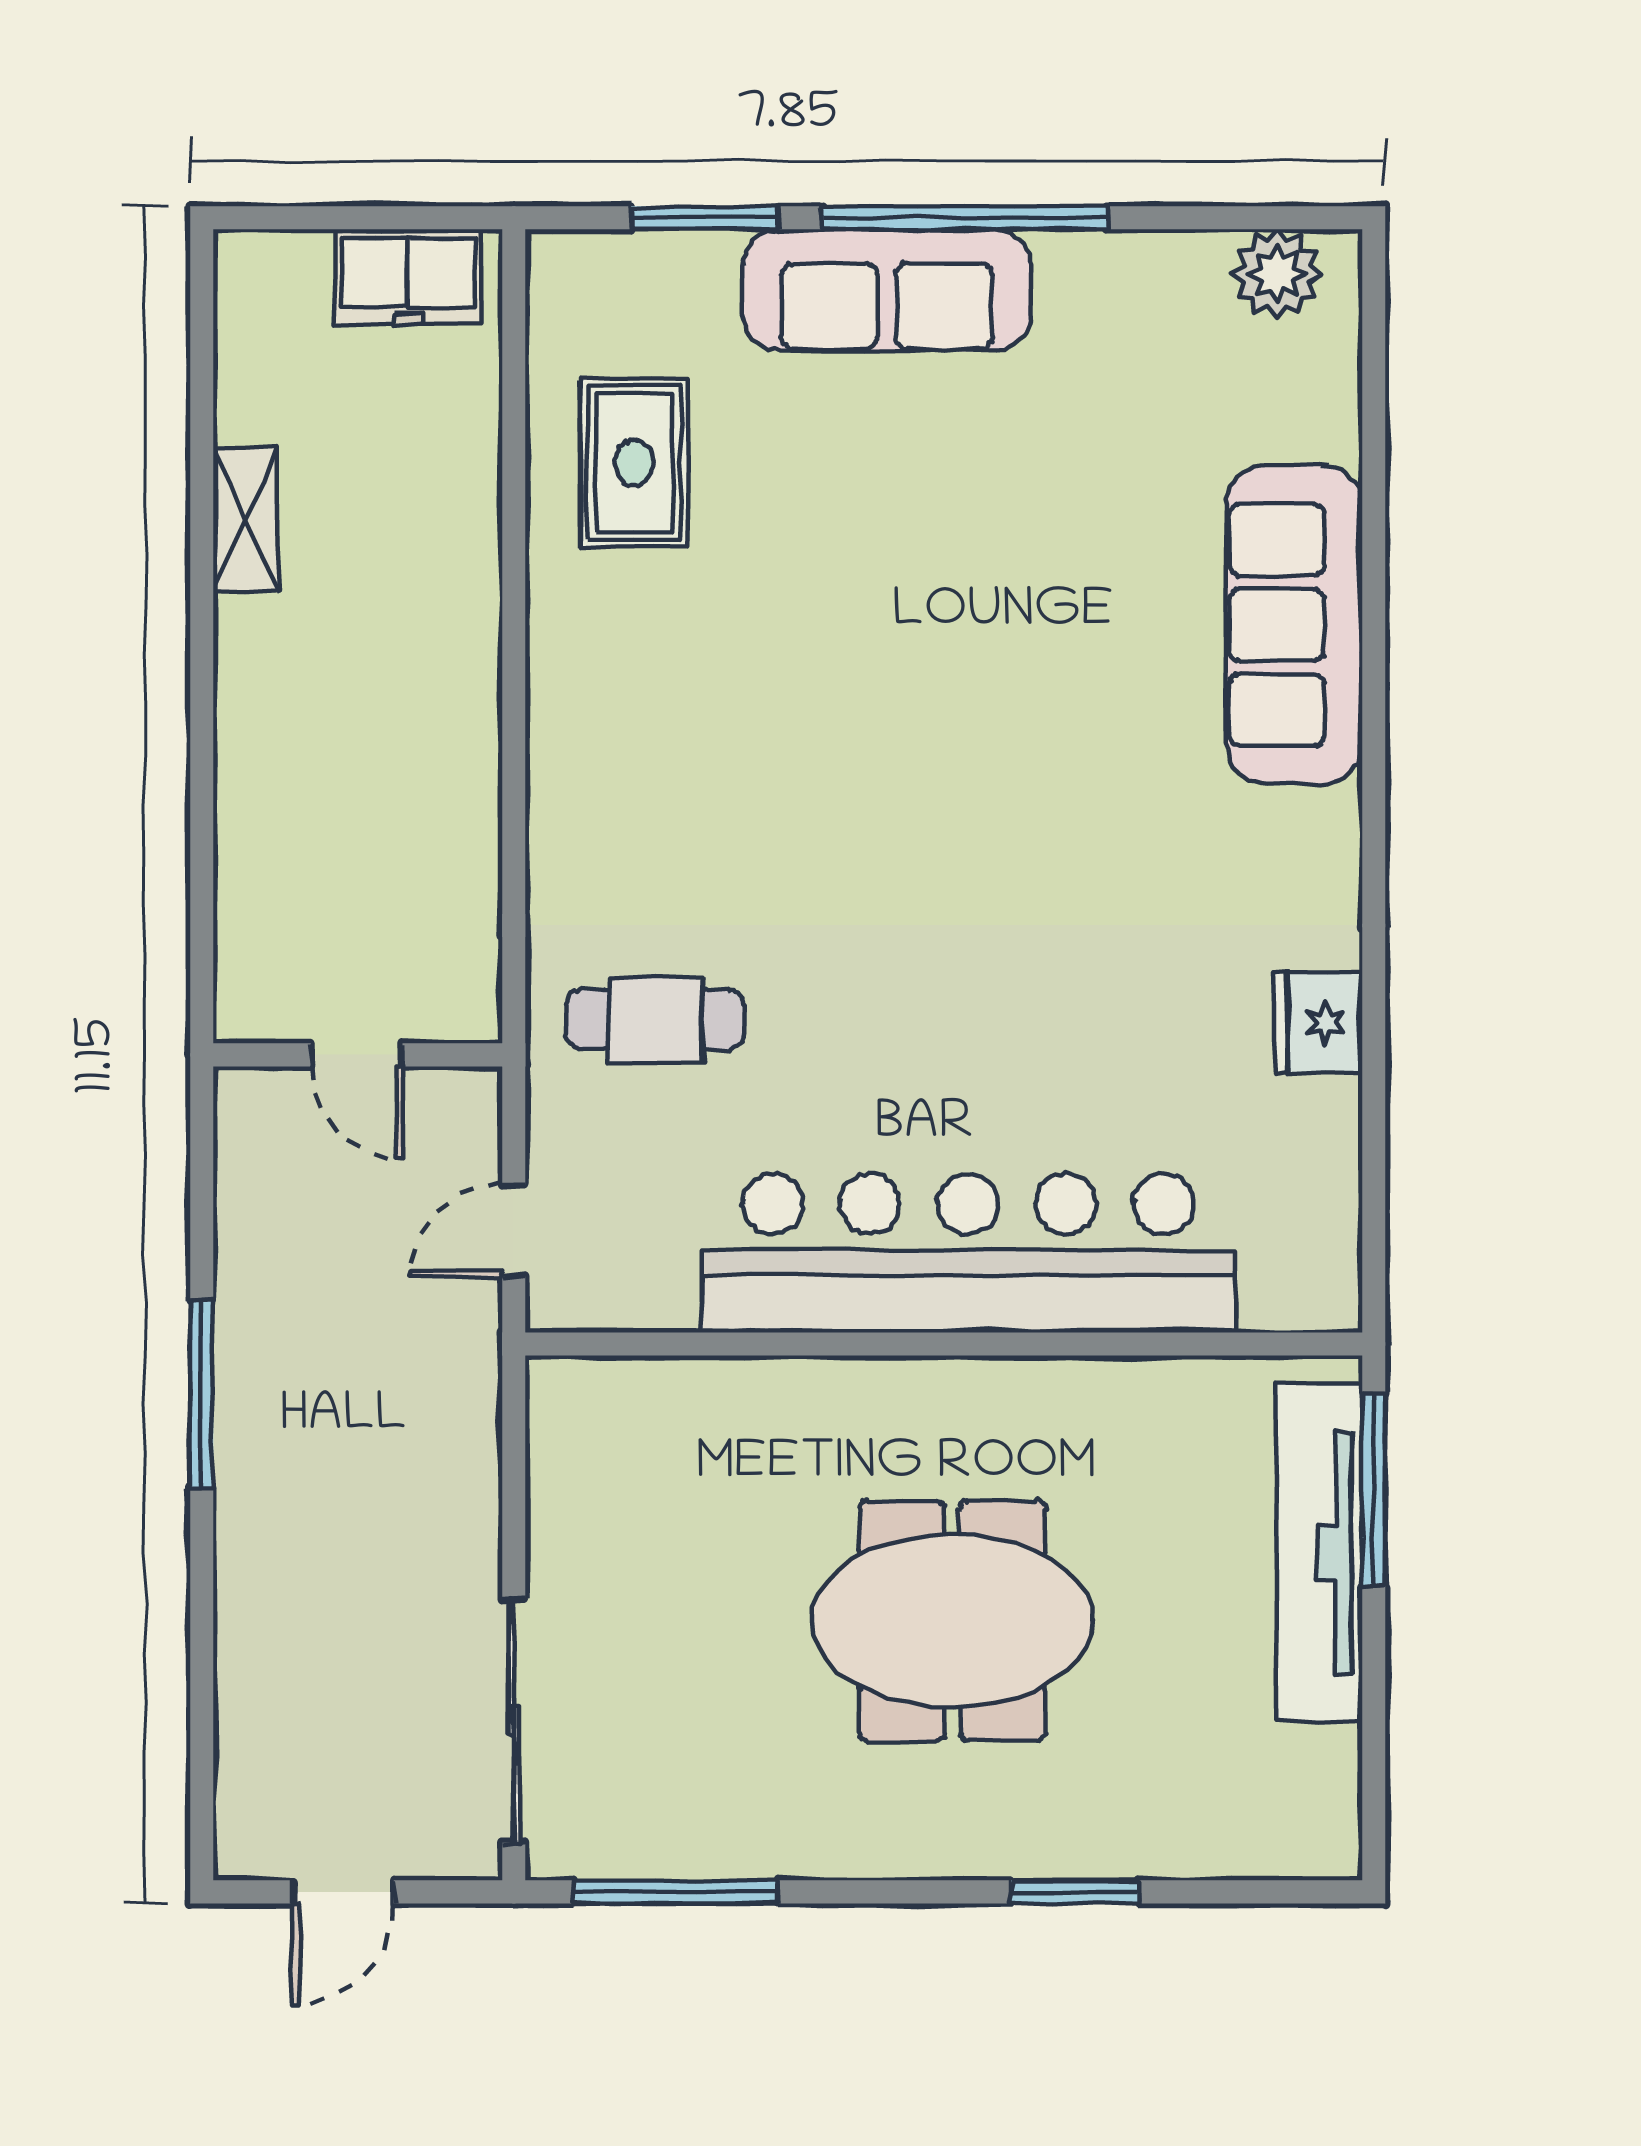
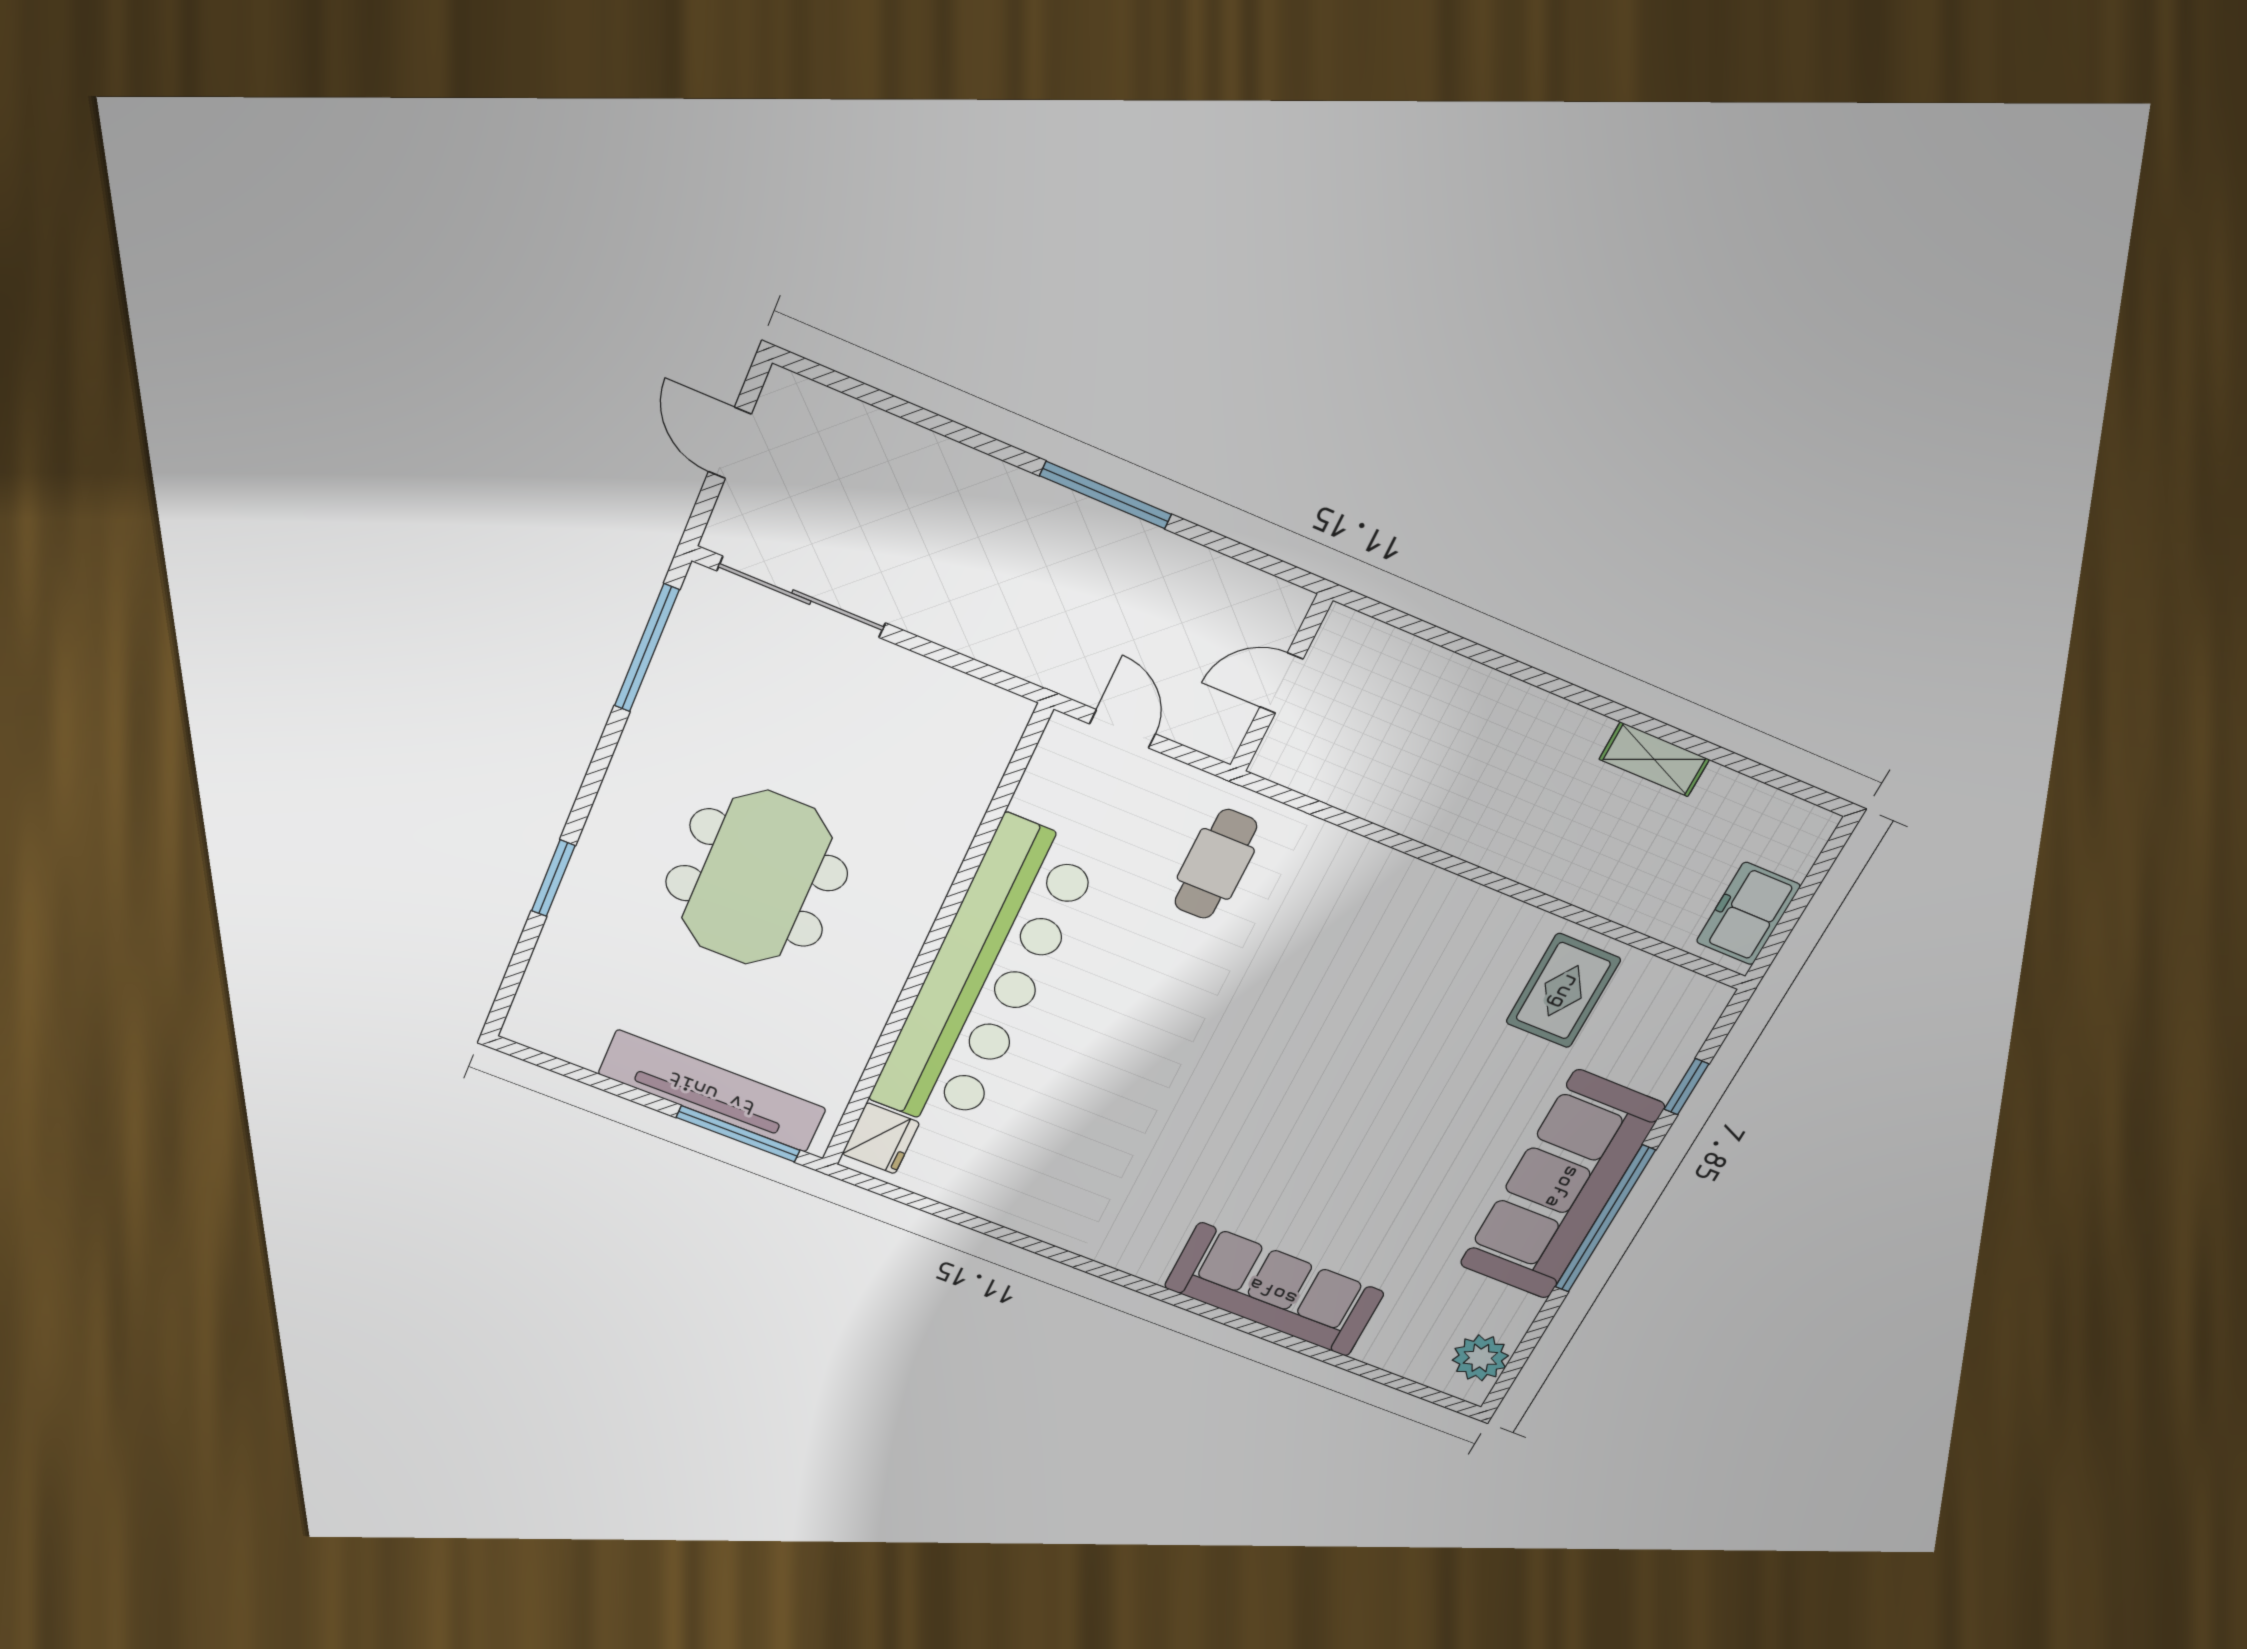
window: (704, 218) -> (1686, 1087), width x0.67
sofa: (887, 290) -> (1561, 1186), width x1.36, depth x1.27
rug: (634, 463) -> (1563, 991), turned 90
fridge: (1318, 1023) -> (881, 1138), moved, turned 90

